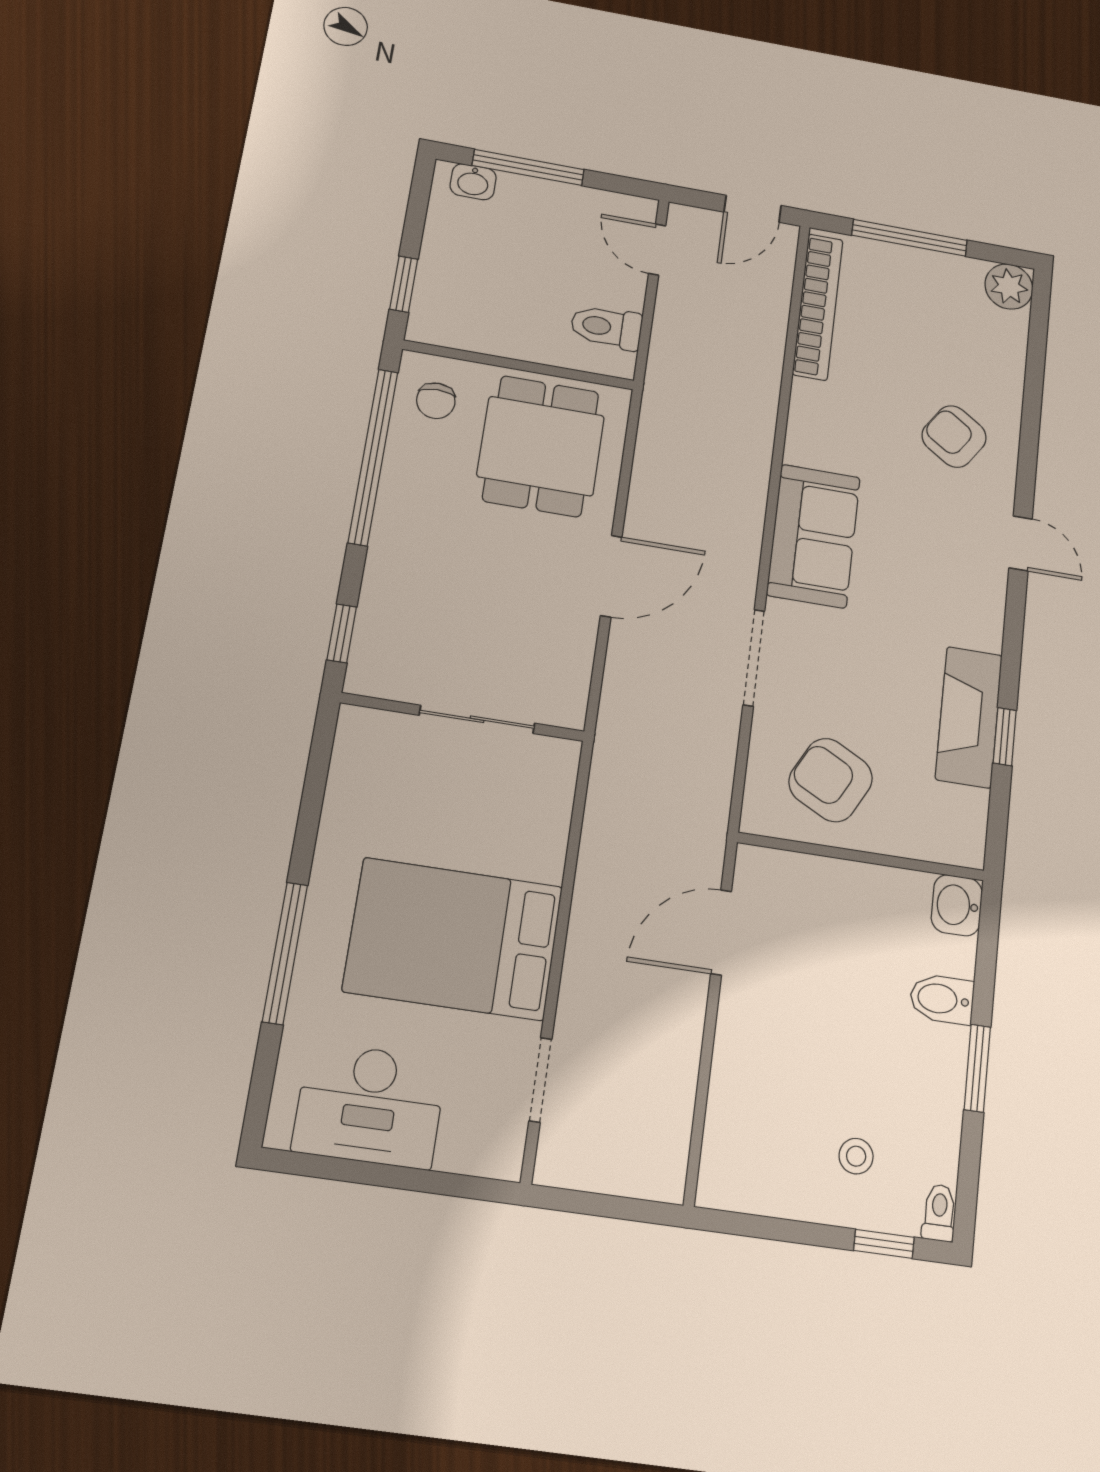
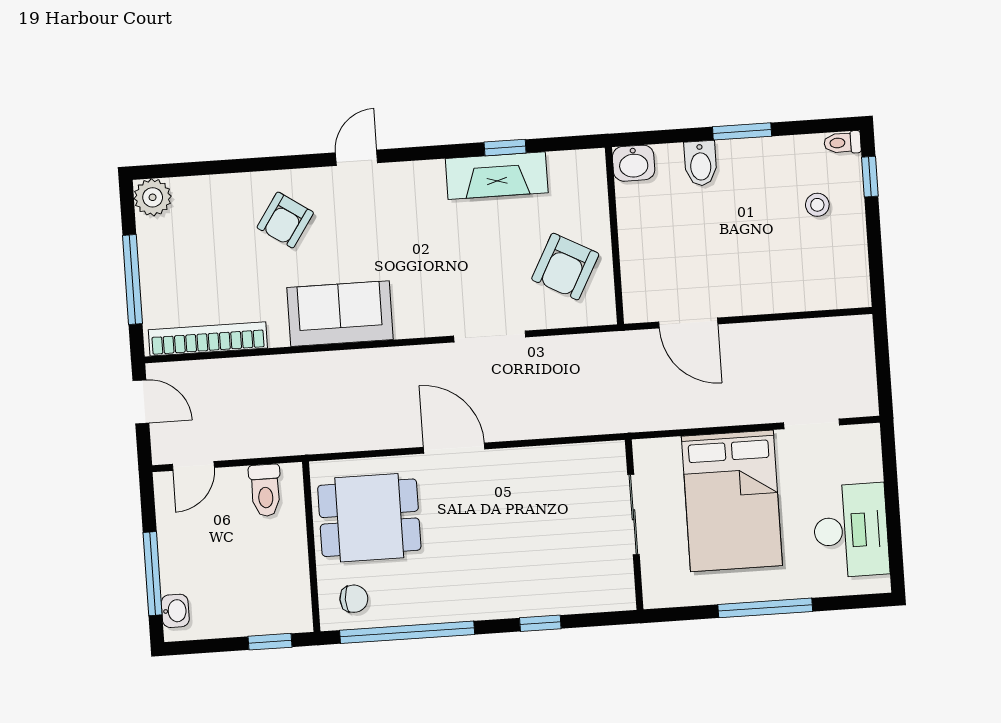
sofa: (814, 536) -> (340, 314), moved
wall: (463, 717) -> (634, 525), moved
sliding door: (477, 719) -> (633, 515), moved

